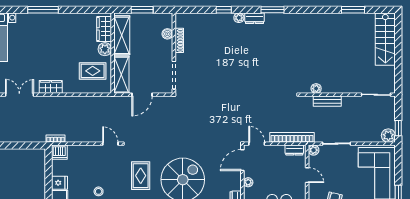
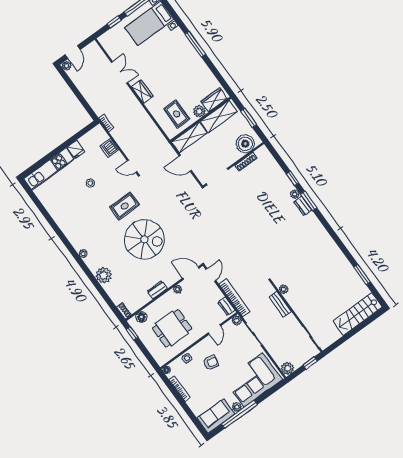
window: (273, 10) -> (309, 201), moved
boiler: (167, 34) -> (245, 144), width x1.86, depth x1.86
window: (398, 128) -> (310, 363), moved
door: (110, 144) -> (132, 166), swing flipped
dishwasher: (59, 152) -> (109, 148), moved

